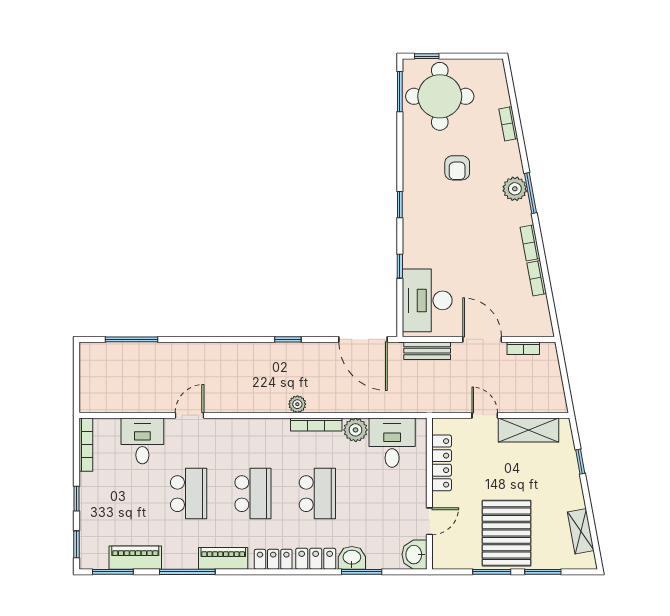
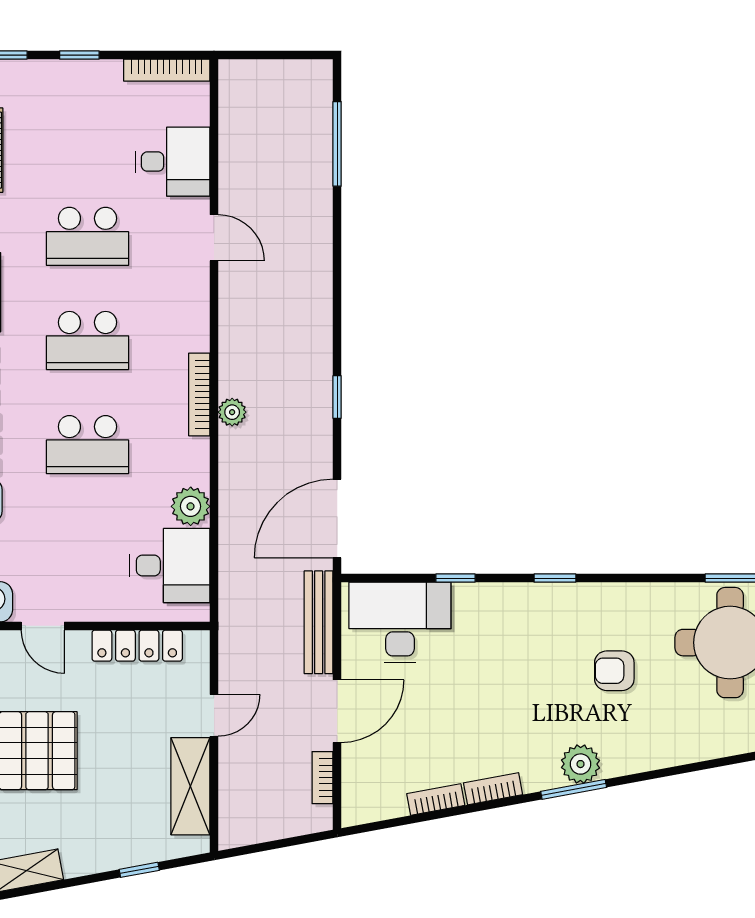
bookcase: (508, 124) -> (686, 754), removed
bench: (427, 351) -> (319, 622), width x1.36
bookcase: (316, 424) -> (199, 394), moved

